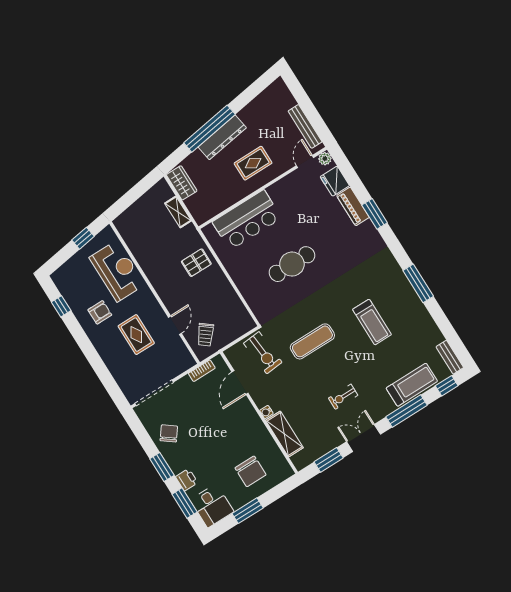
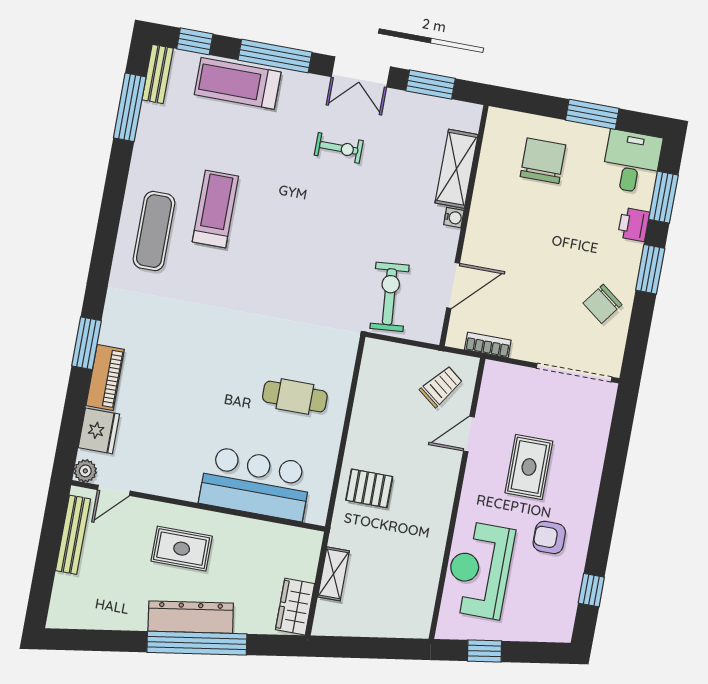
cafe table: (292, 264) -> (295, 397), moved, width x0.73, depth x0.74
window: (418, 283) -> (130, 107), moved
exercise mat: (312, 341) -> (154, 231), moved, turned 90

